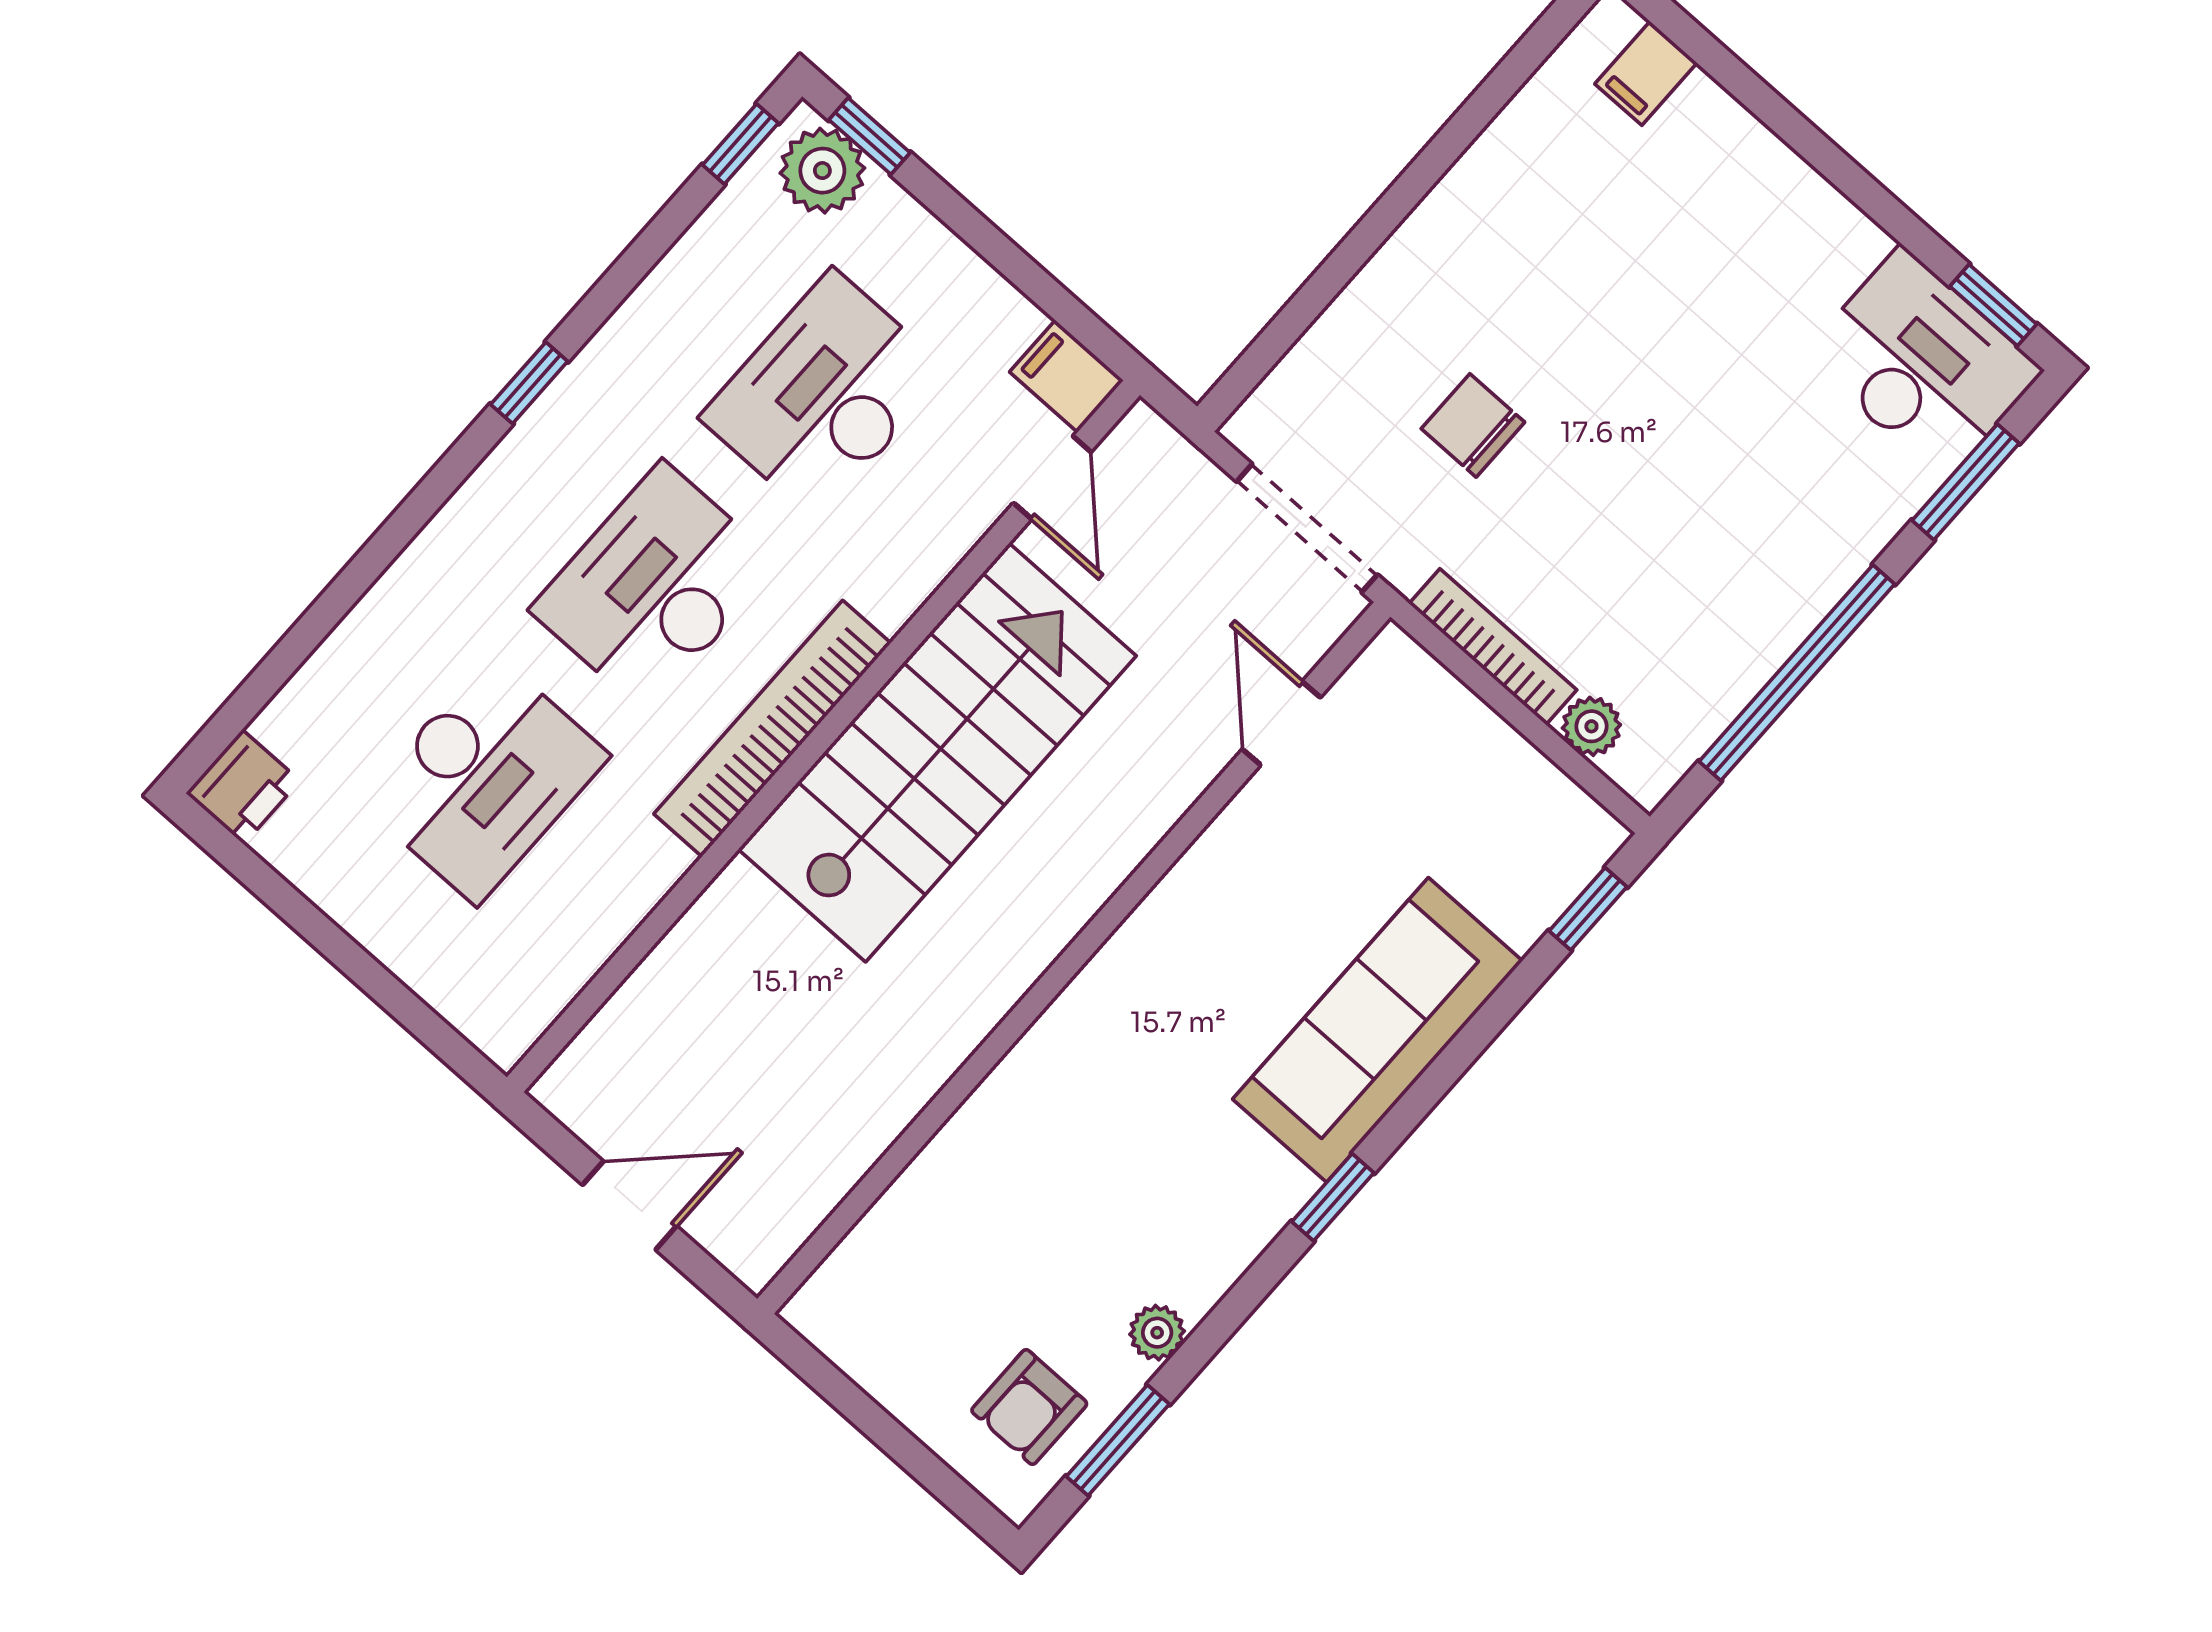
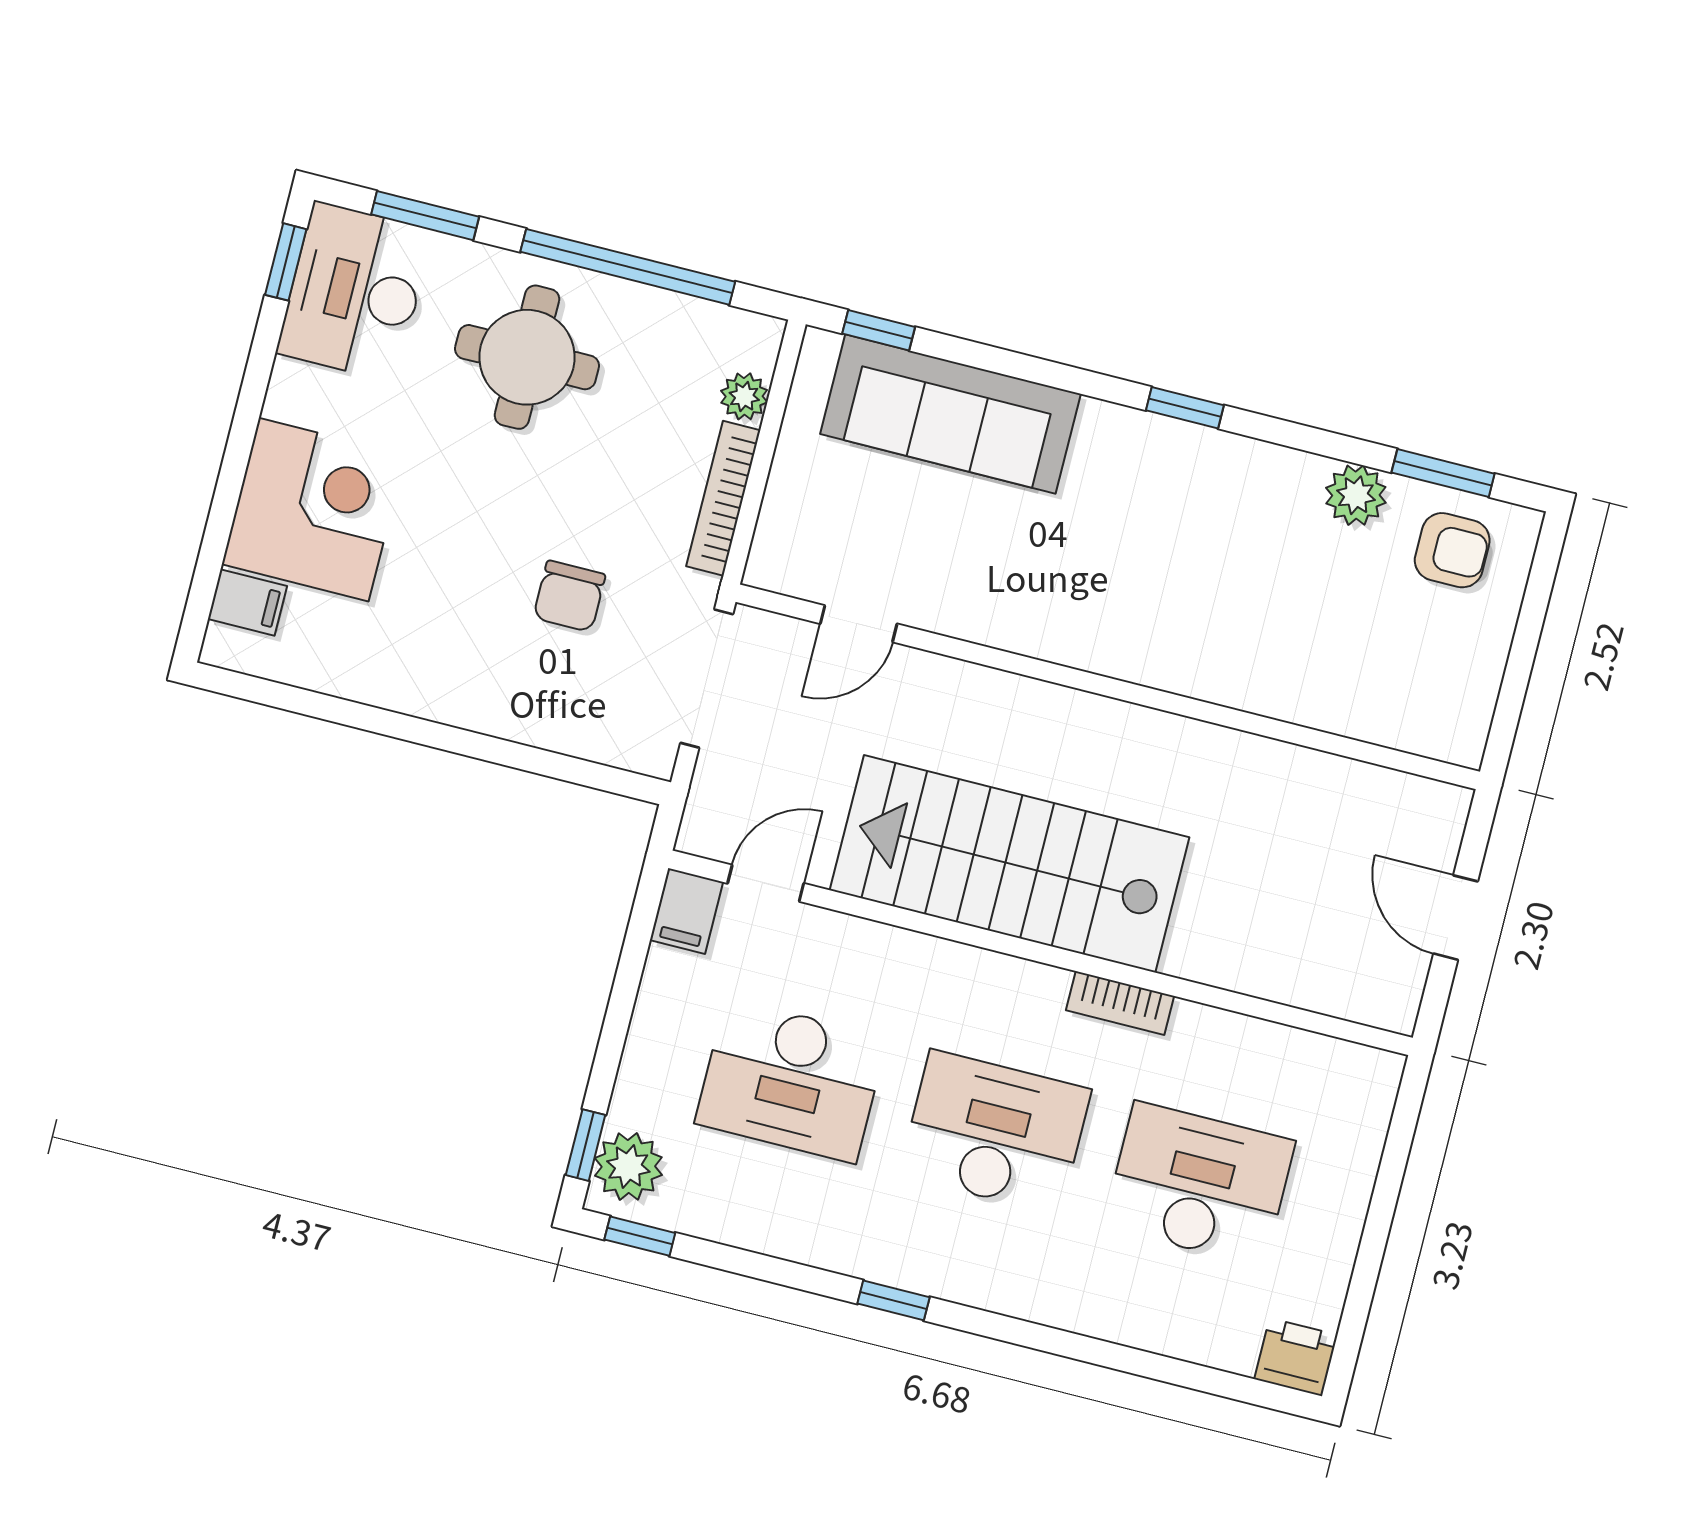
corner desk: (1710, 197) -> (314, 510), added
round table: (1755, 513) -> (527, 357), added
desk: (655, 587) -> (995, 1132), turned 180
bookcase: (772, 728) -> (1120, 1003), width x0.43, depth x0.76
sofa: (1378, 1030) -> (950, 414), moved
plant: (1157, 1333) -> (1356, 495), width x1.38, depth x1.38

